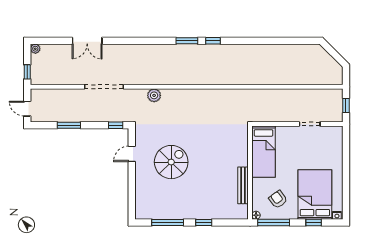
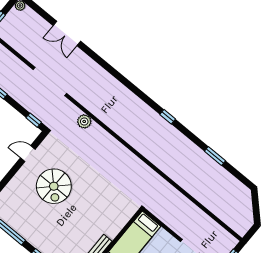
window: (187, 41) -> (215, 156), moved
spiral stairs: (171, 162) -> (54, 186), turned 90

